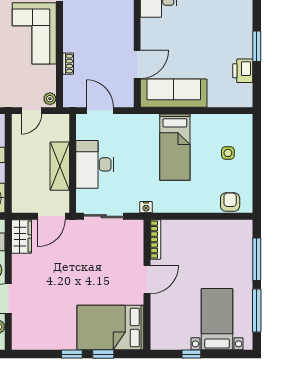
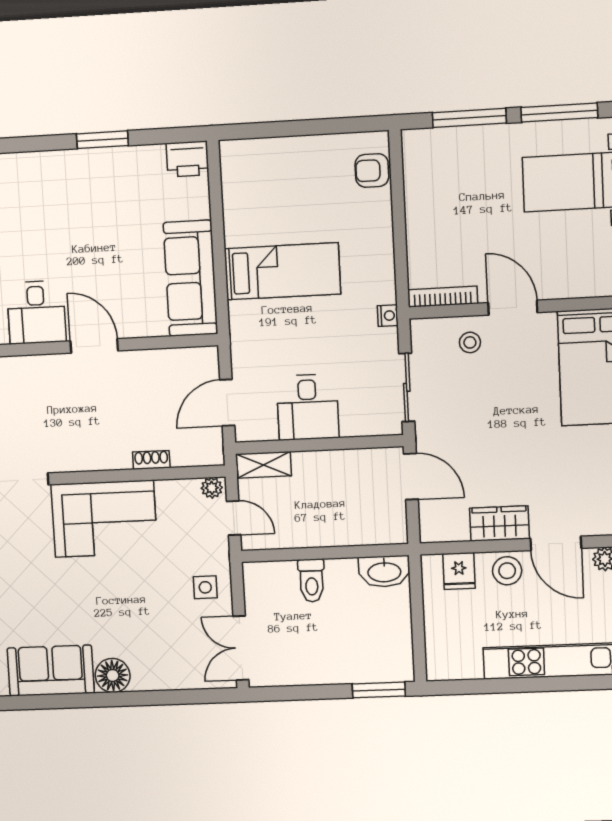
door: (137, 64) -> (94, 346), moved
printer: (243, 71) -> (187, 159), moved
side table: (228, 153) -> (288, 179), removed
desk: (95, 164) -> (308, 407), width x0.73
shelving: (60, 166) -> (263, 465), moved, width x0.67, depth x0.75
wardrobe: (21, 237) -> (500, 523), moved
stool: (128, 254) -> (470, 342), added

